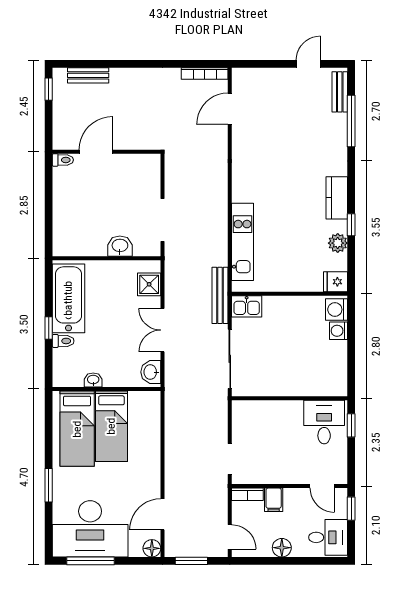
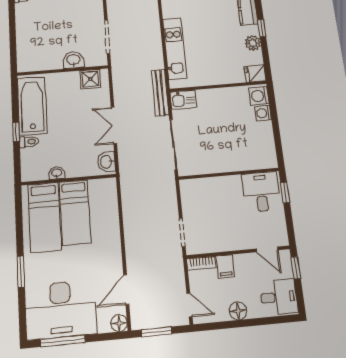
shower: (149, 284) -> (90, 79), moved

